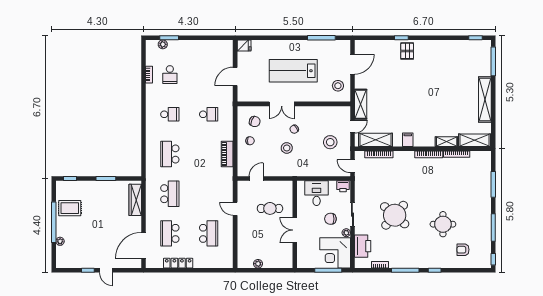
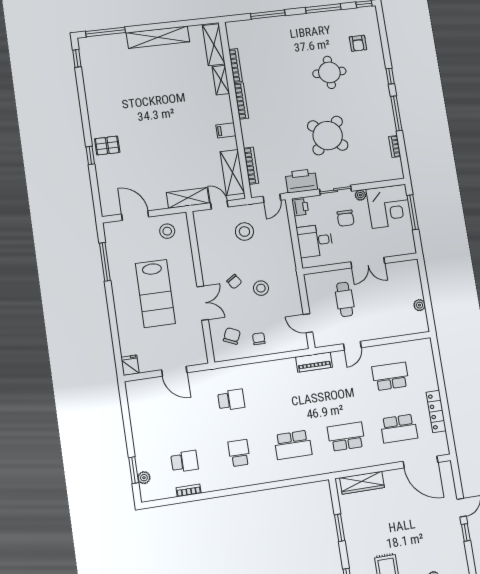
school desk: (209, 114) -> (231, 400), turned 90
piano: (227, 154) -> (314, 362), moved
printer: (363, 246) -> (301, 181), moved

